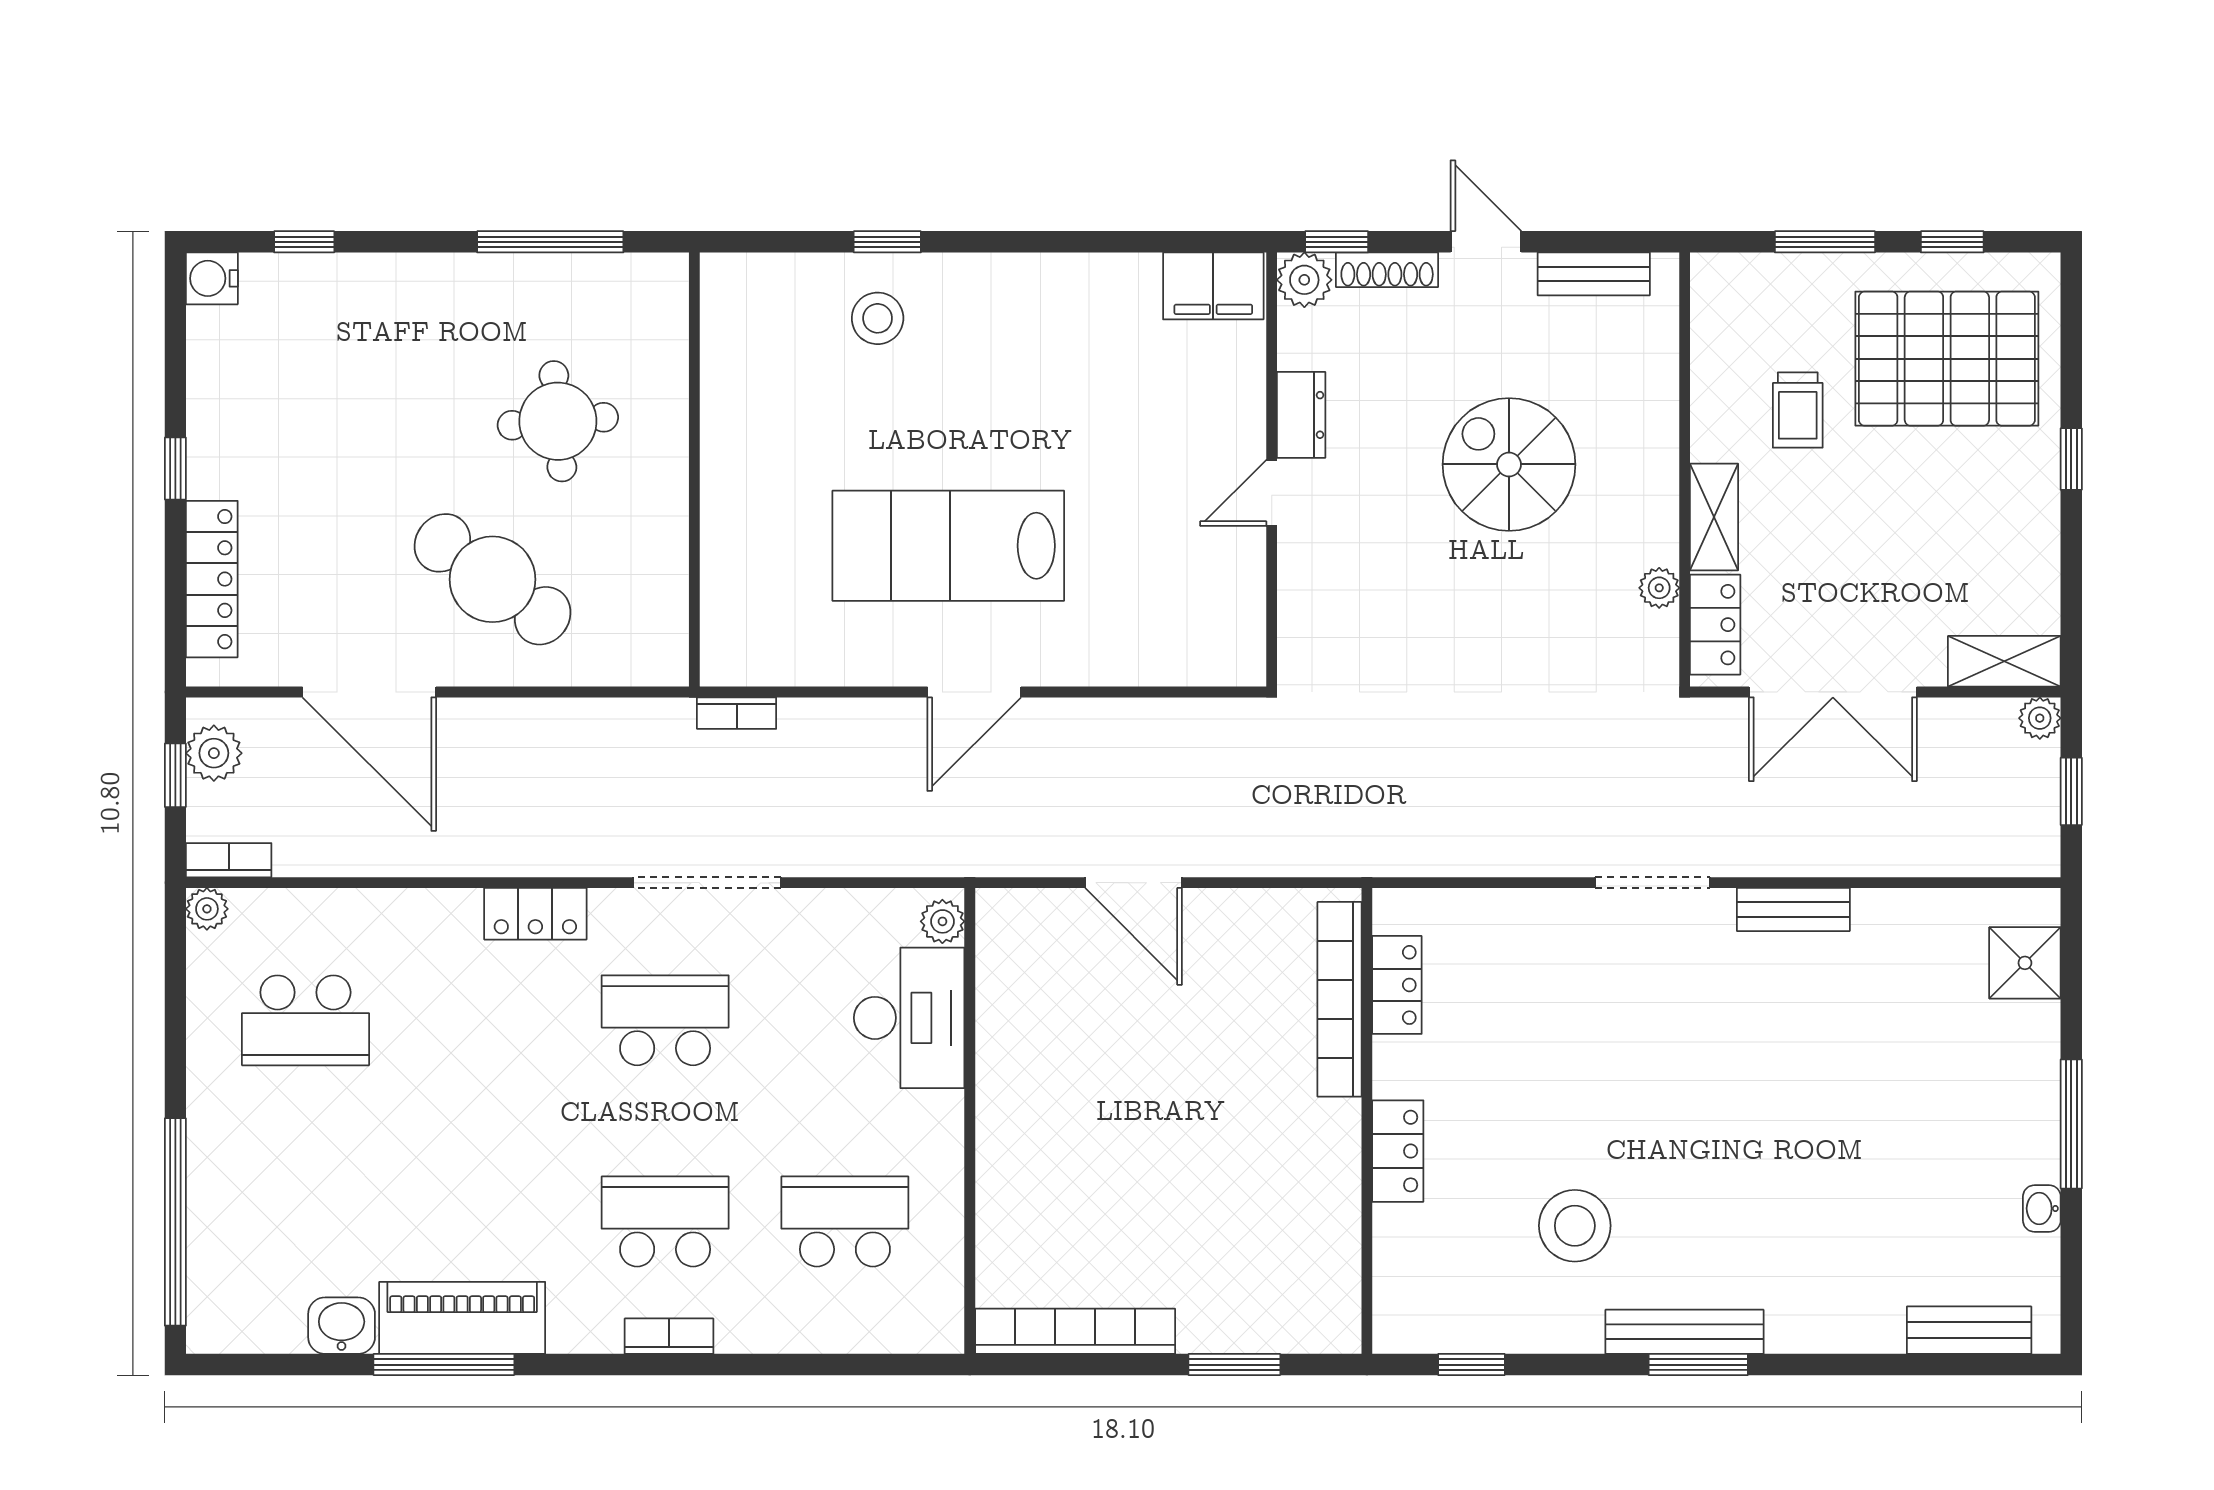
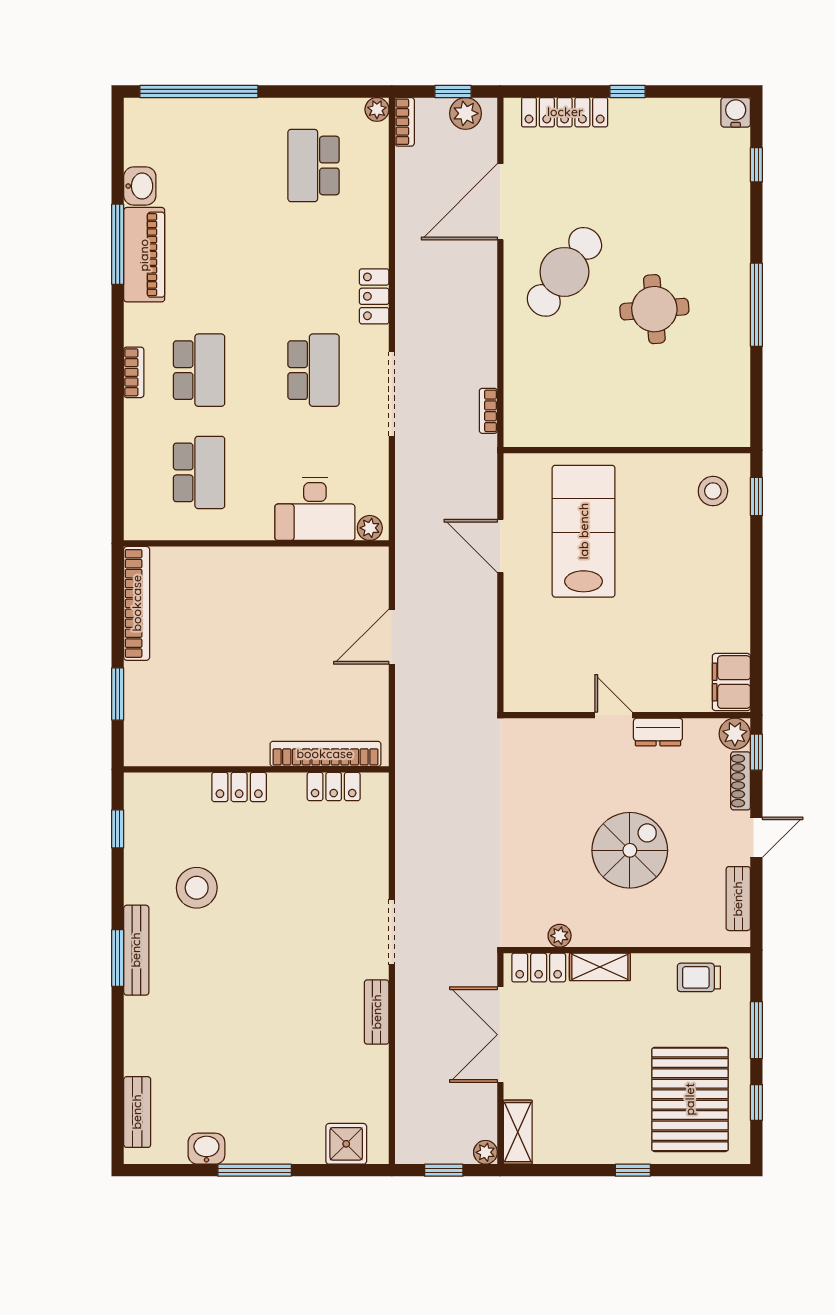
trolley: (1798, 410) -> (699, 977), moved
wall: (694, 470) -> (627, 450), moved
washbasin: (2042, 1208) -> (206, 1149), width x1.38, depth x1.45

